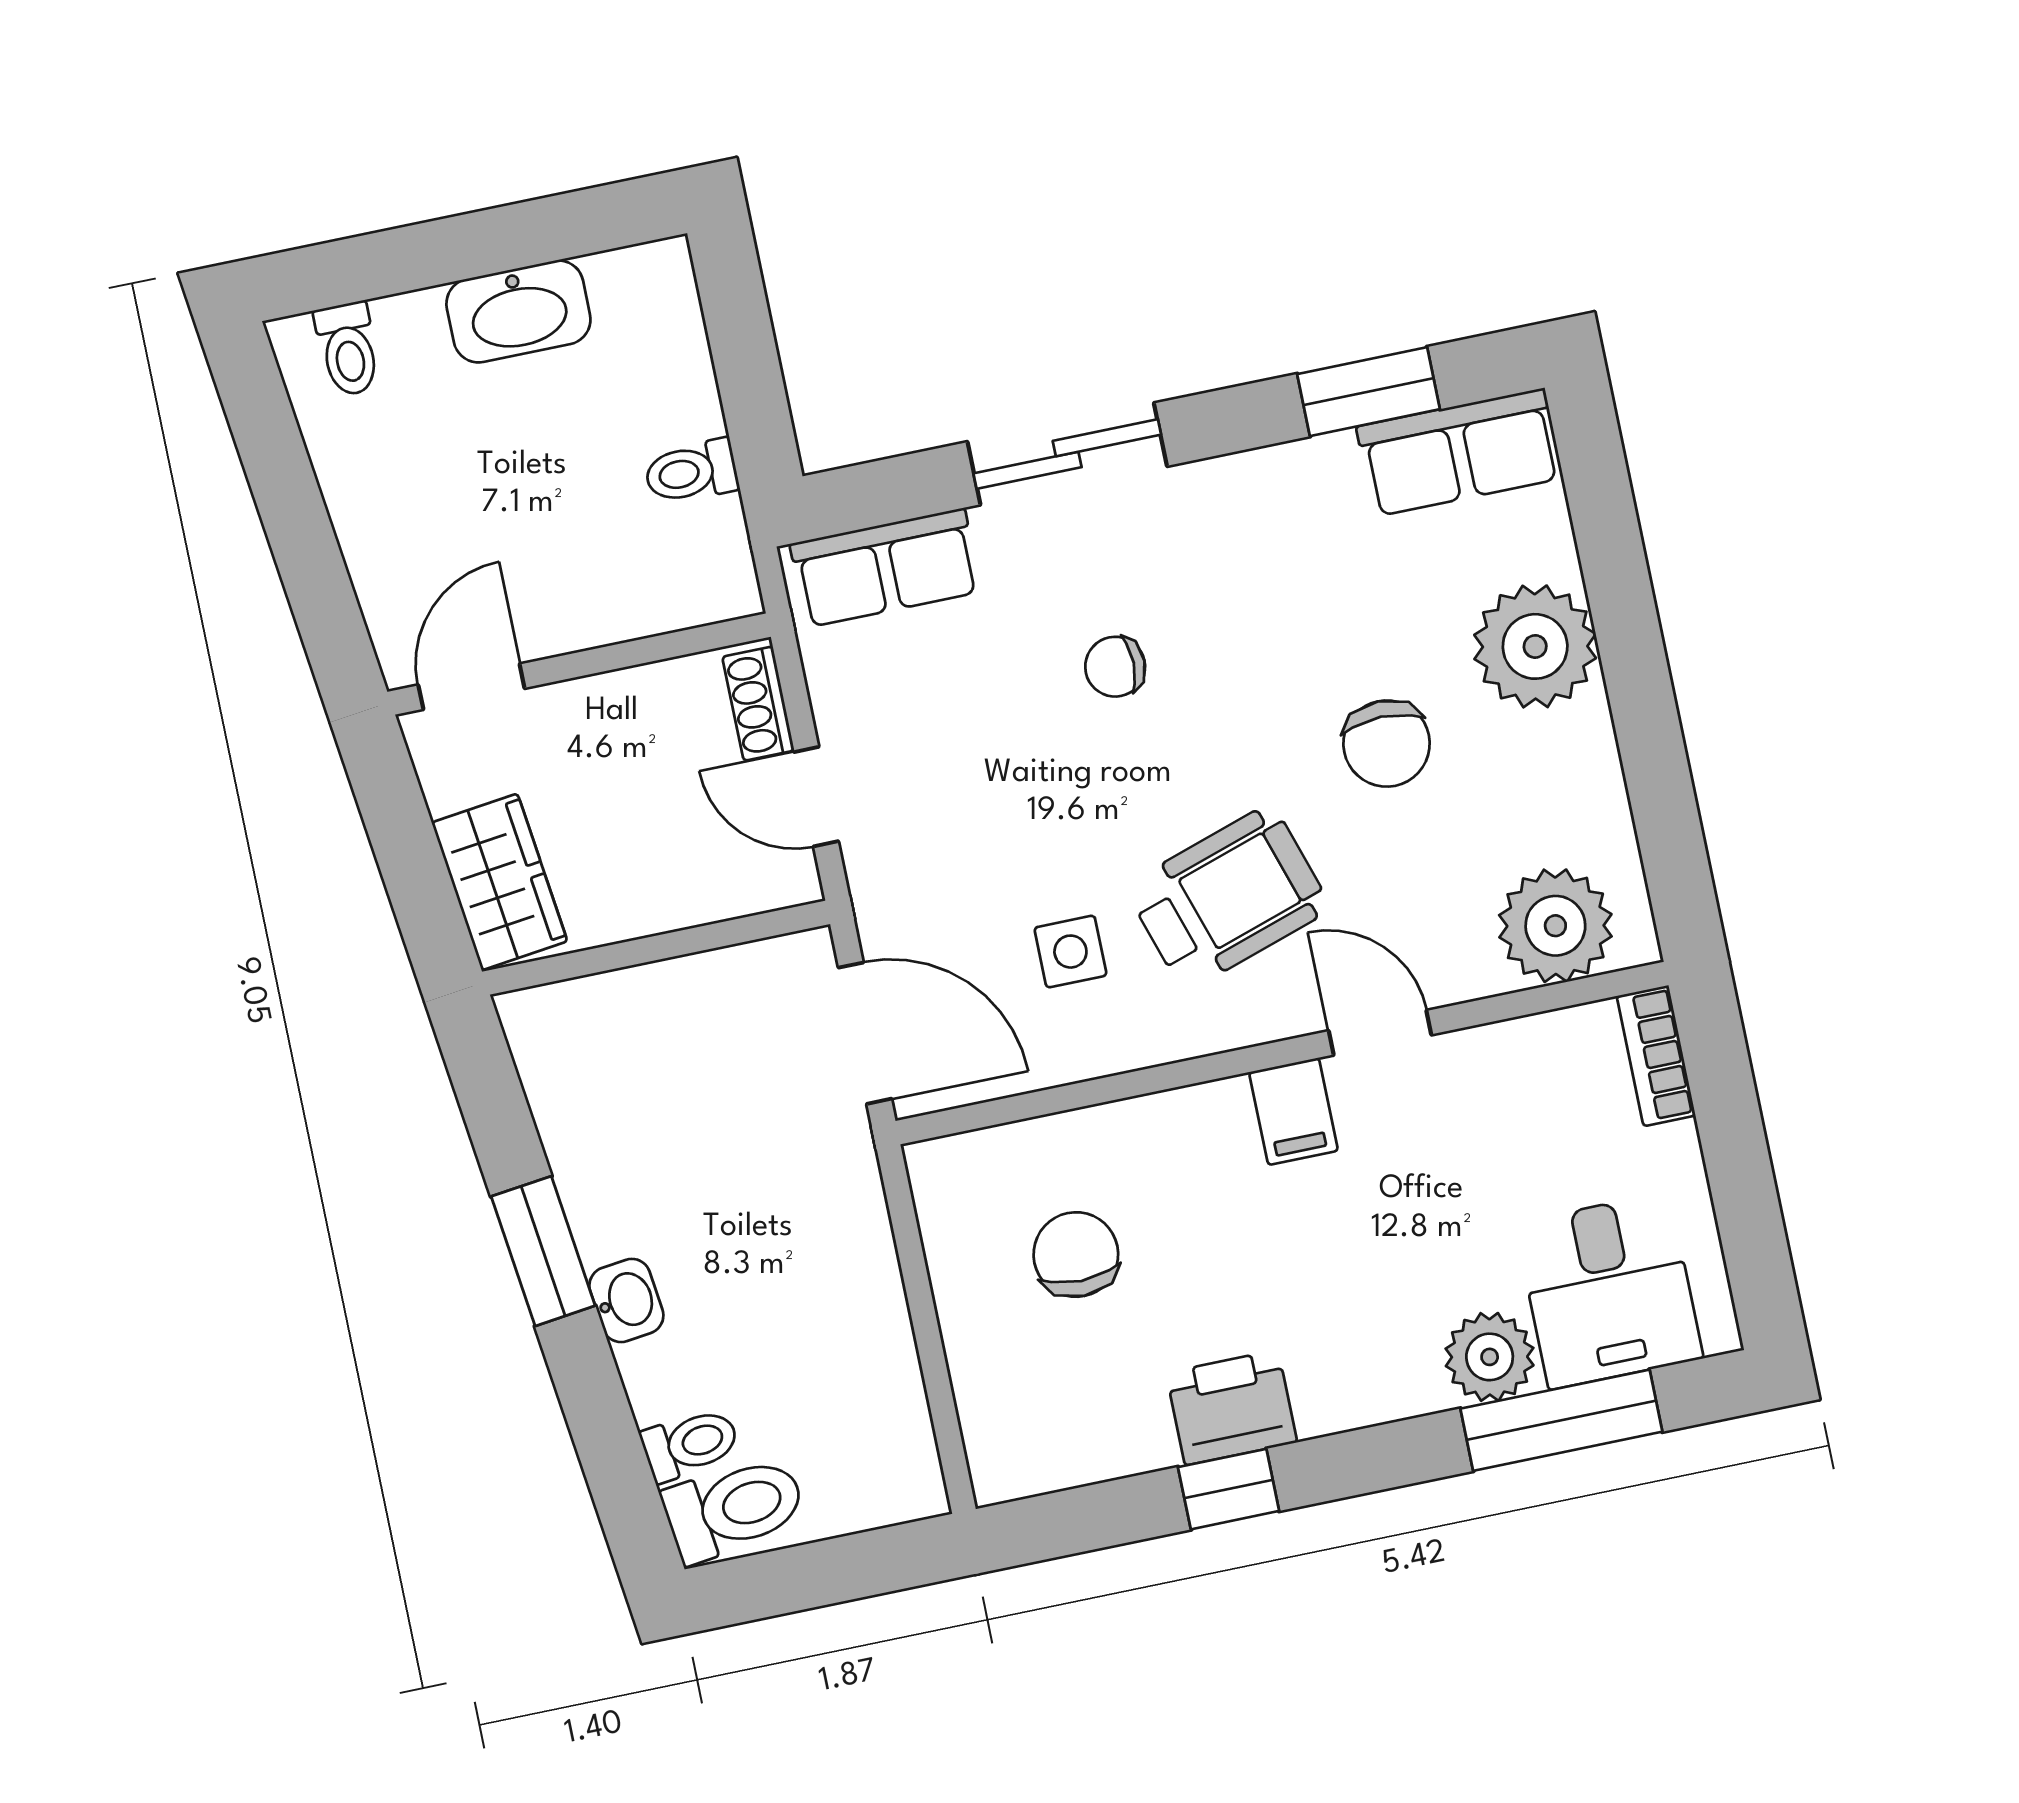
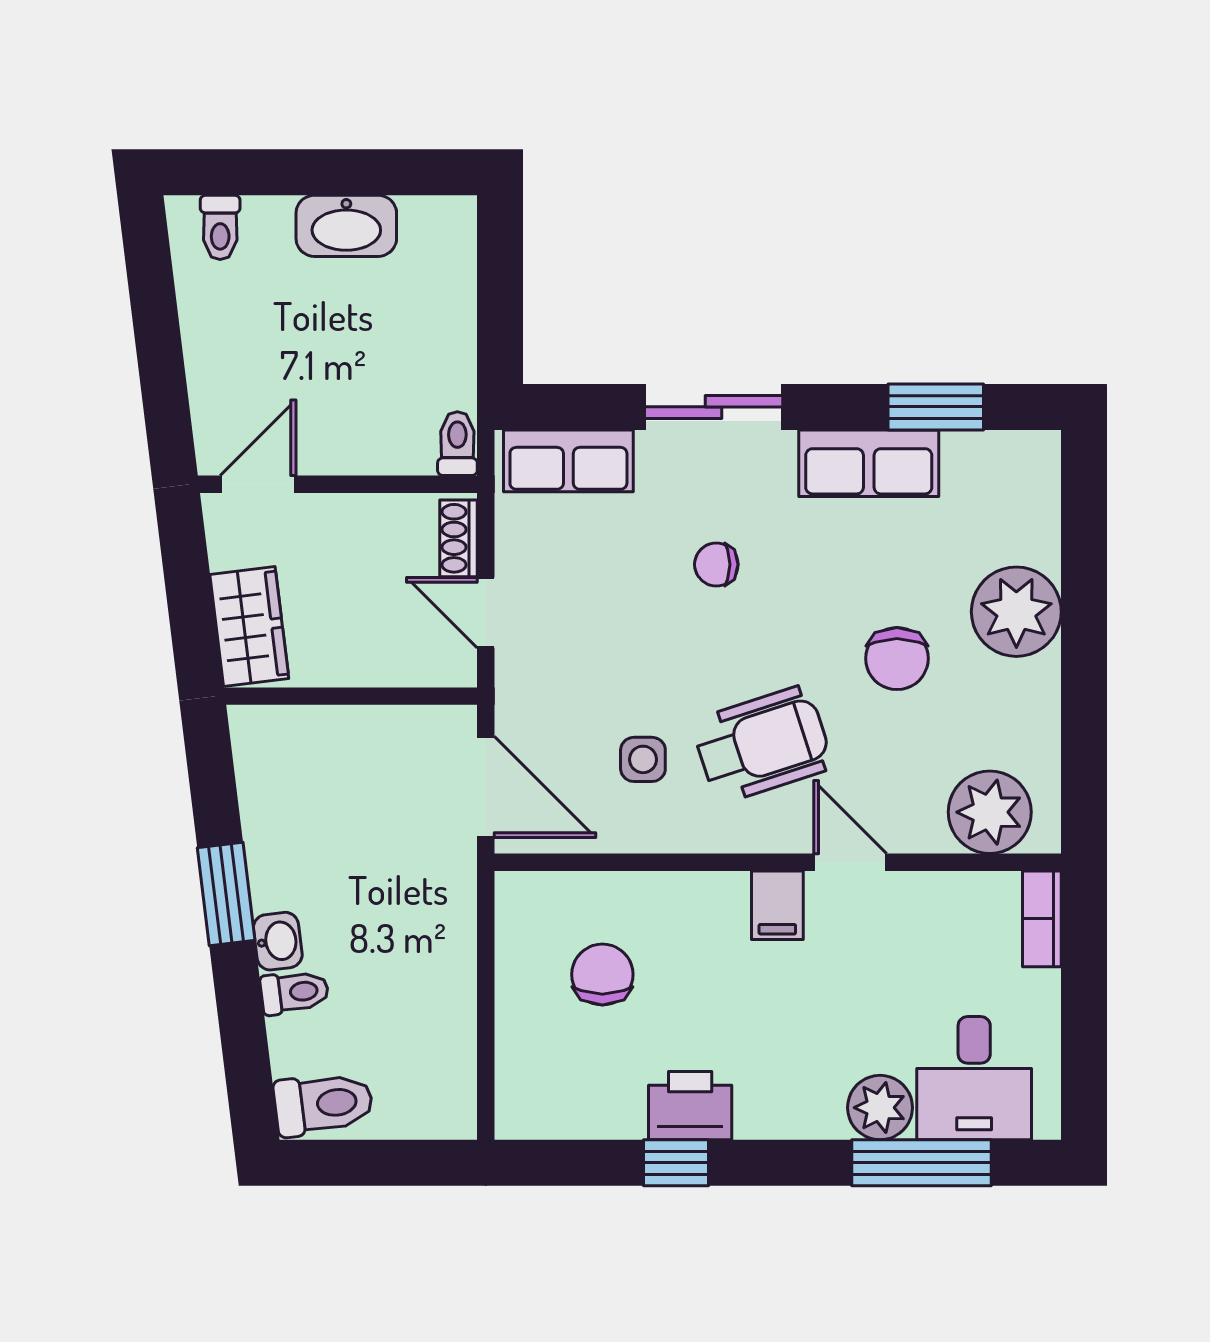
row of seats: (1460, 452) -> (869, 463), moved
toilet: (691, 472) -> (457, 444), moved, turned 90
toilet: (690, 1444) -> (295, 992), moved

